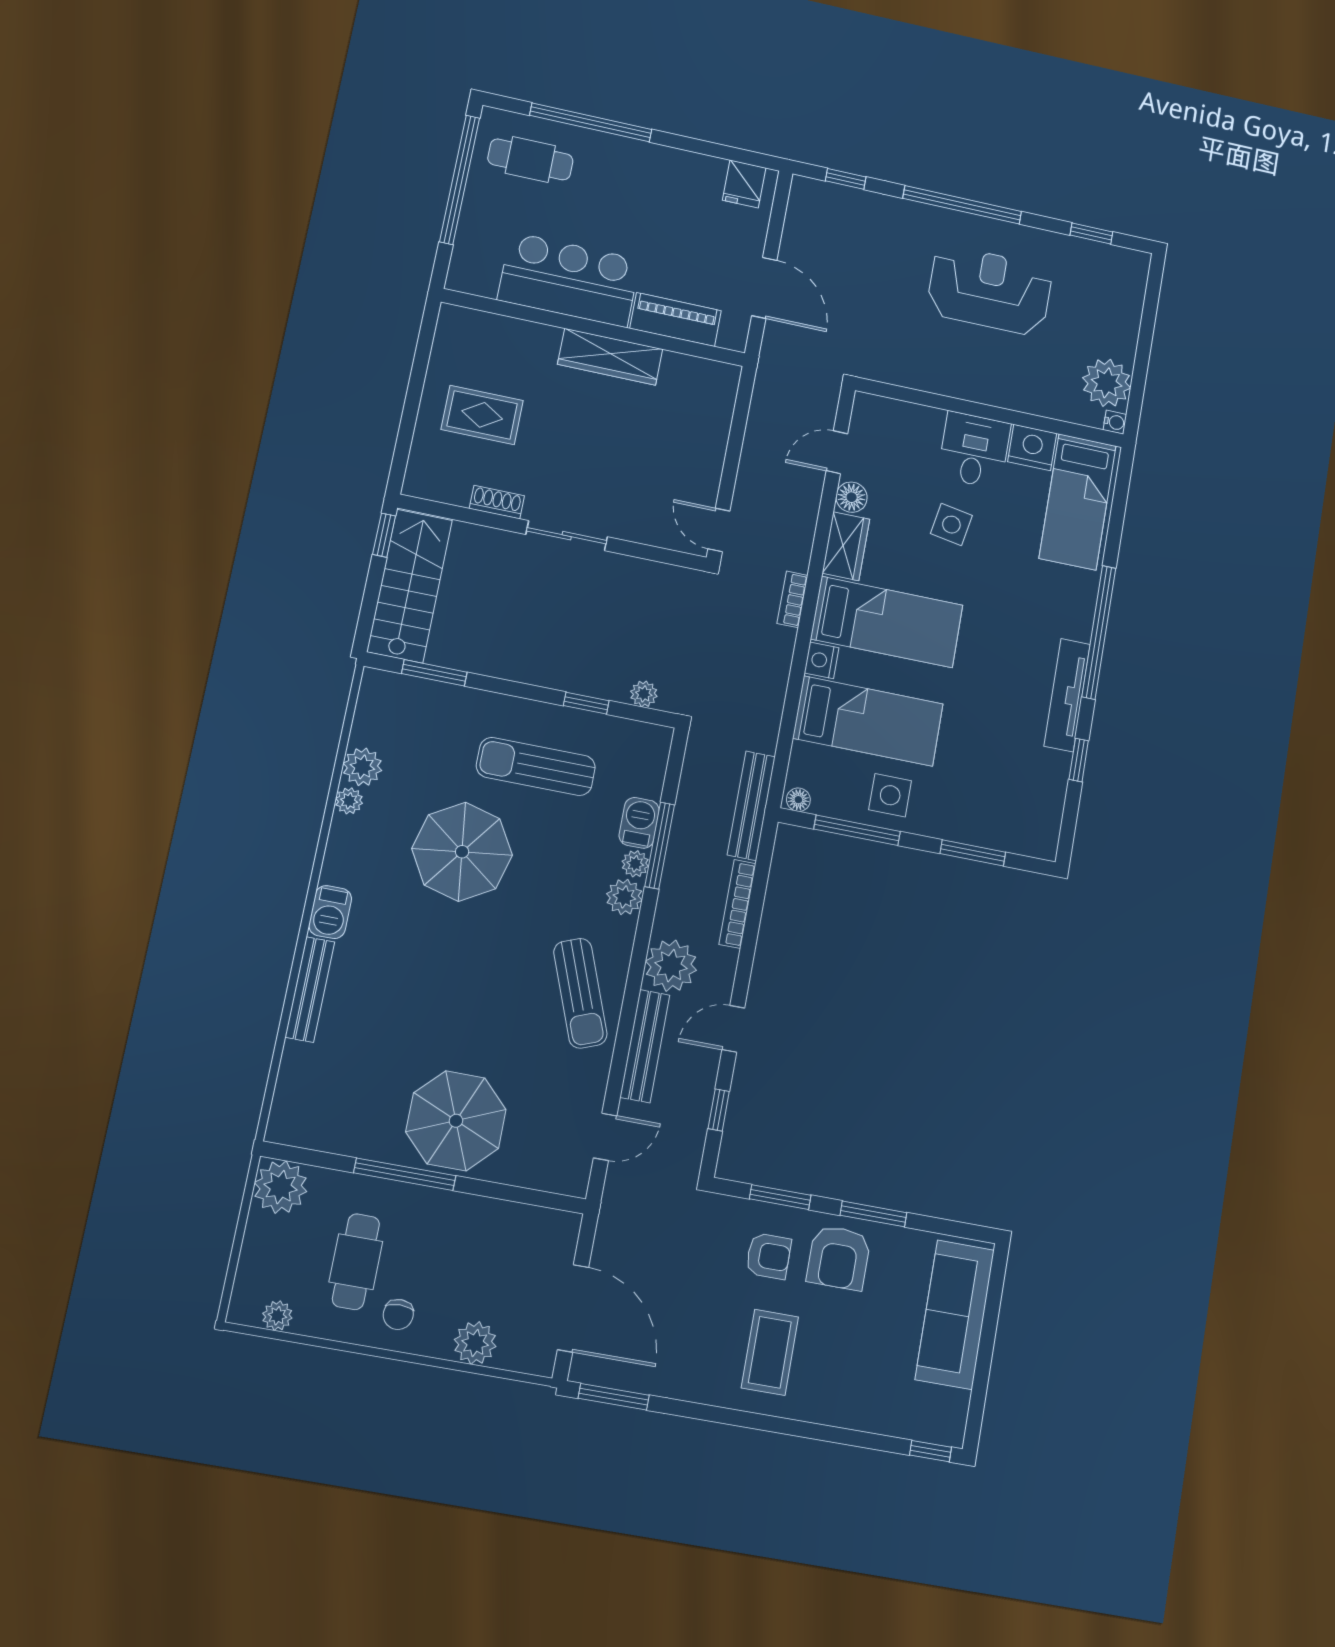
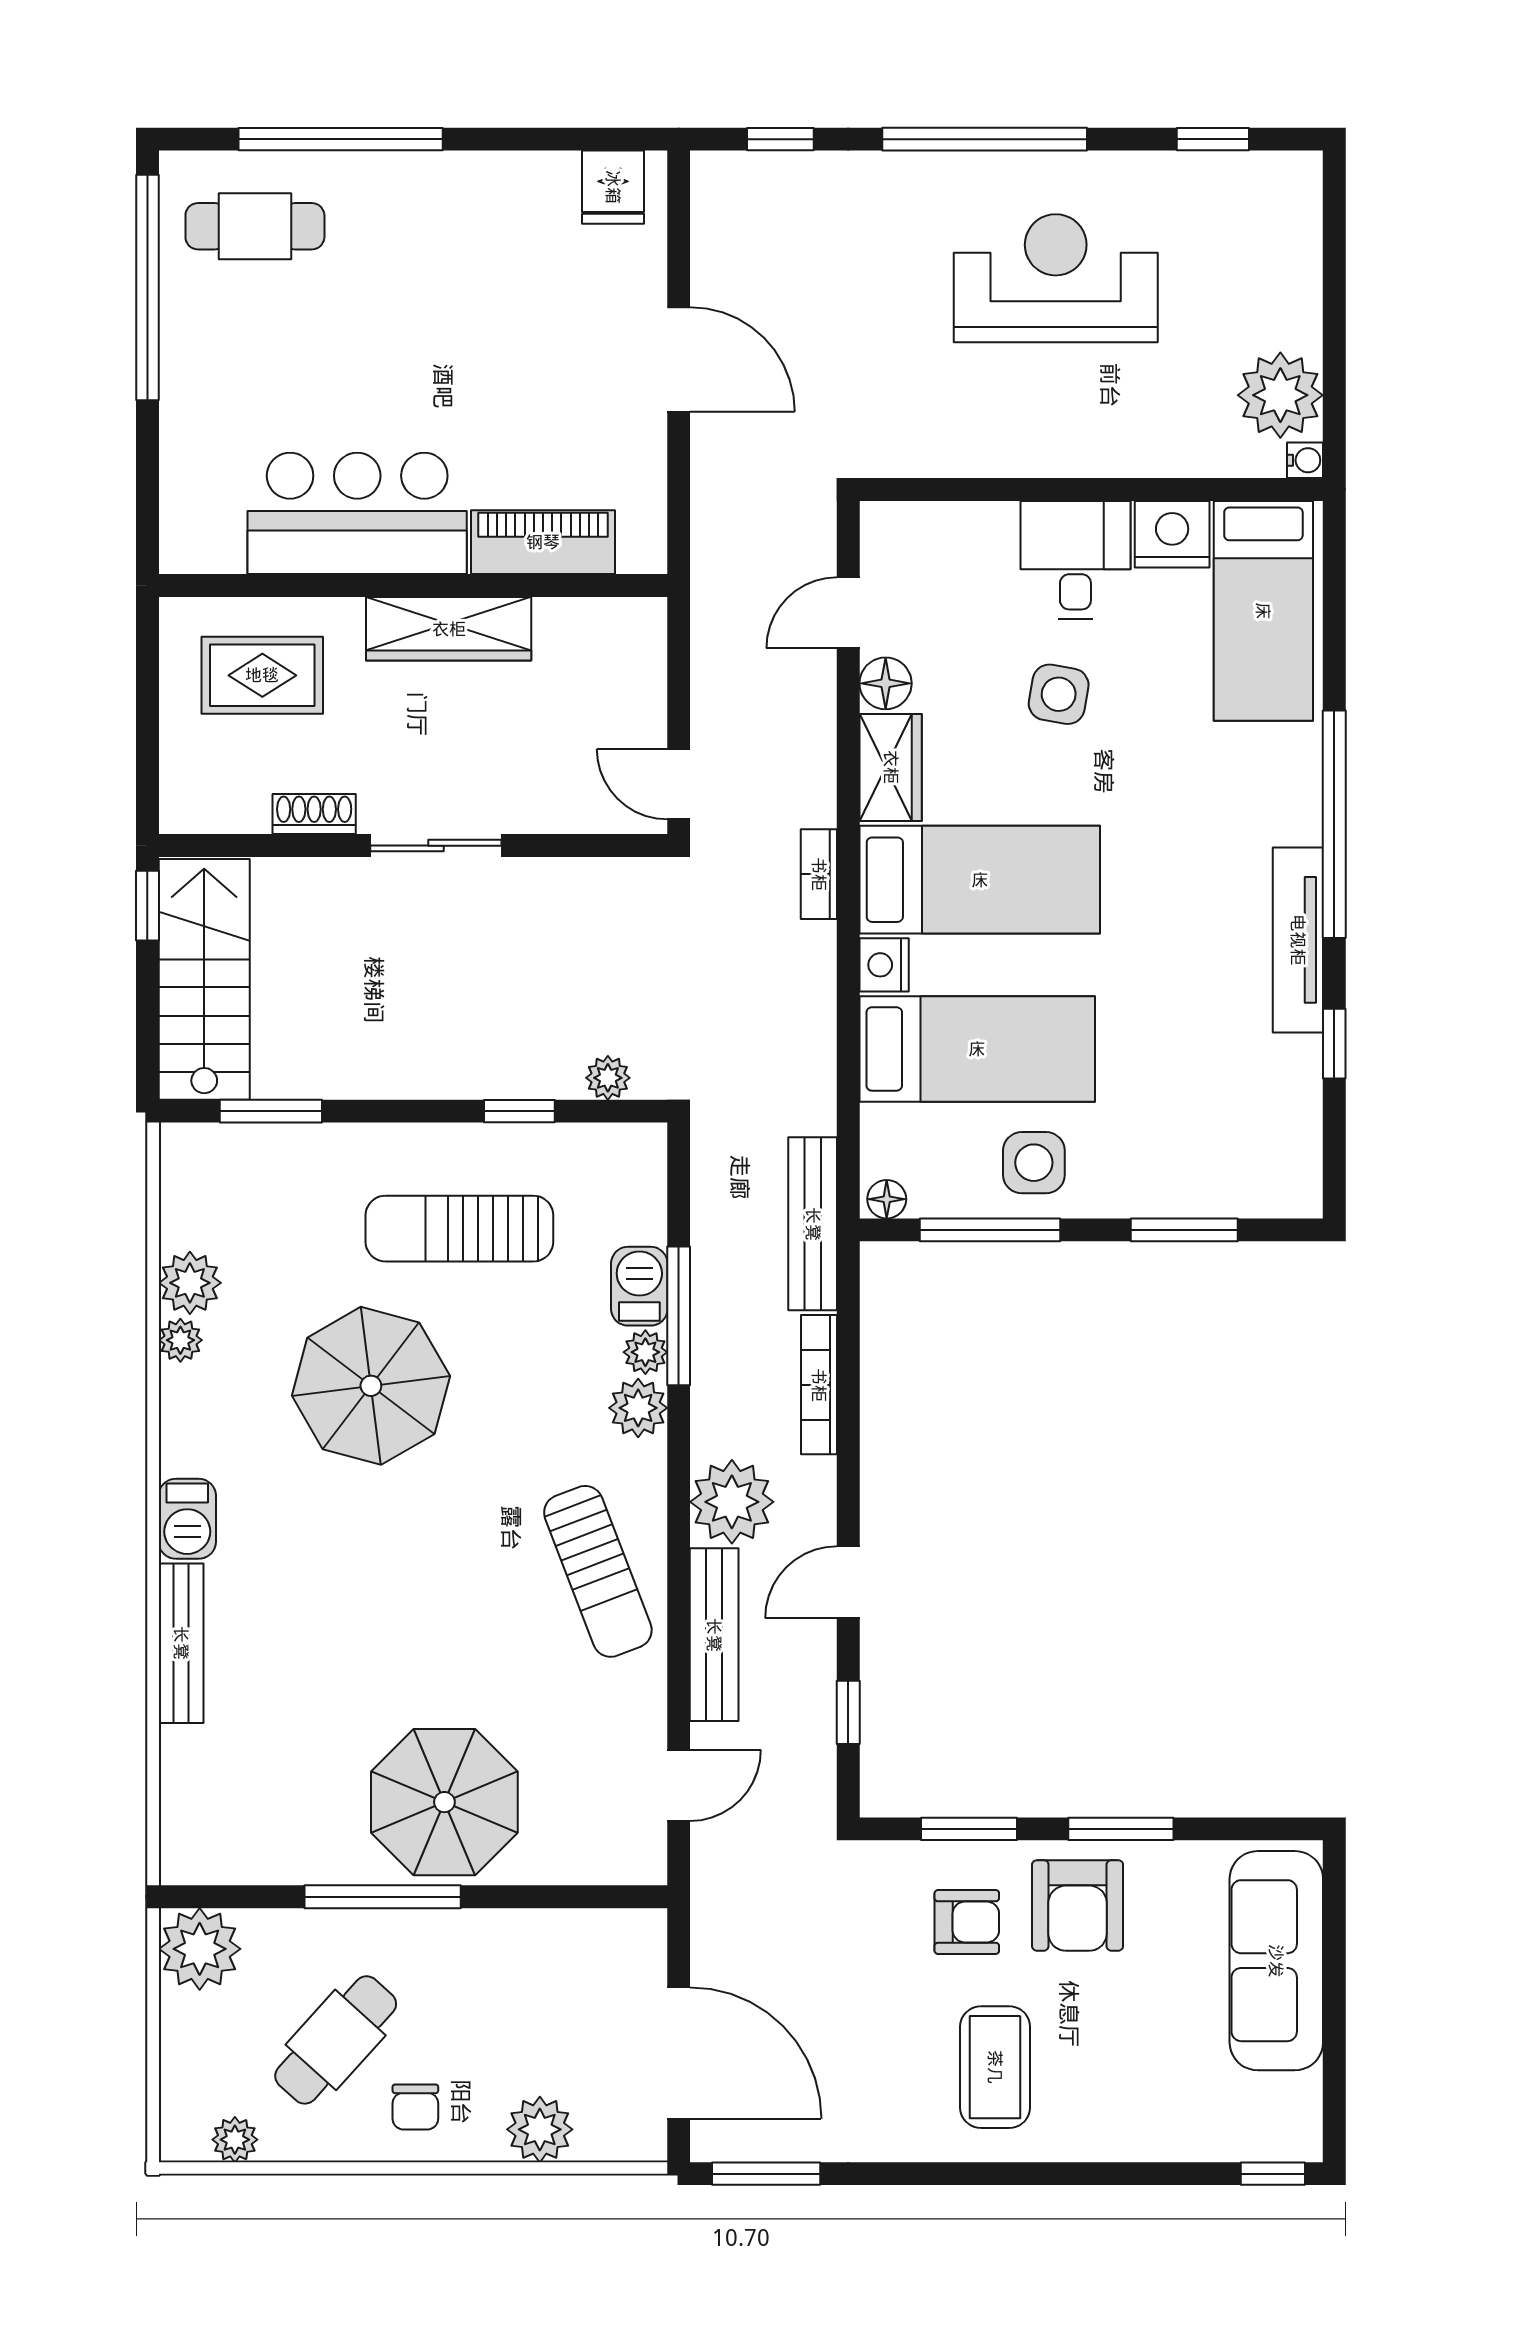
bar counter: (569, 280) -> (357, 513), moved
piano: (676, 320) -> (543, 542), moved
wall: (594, 328) -> (413, 586), moved
wardrobe: (610, 357) -> (449, 629), moved
cafe table: (356, 1262) -> (336, 2040), turned 42

